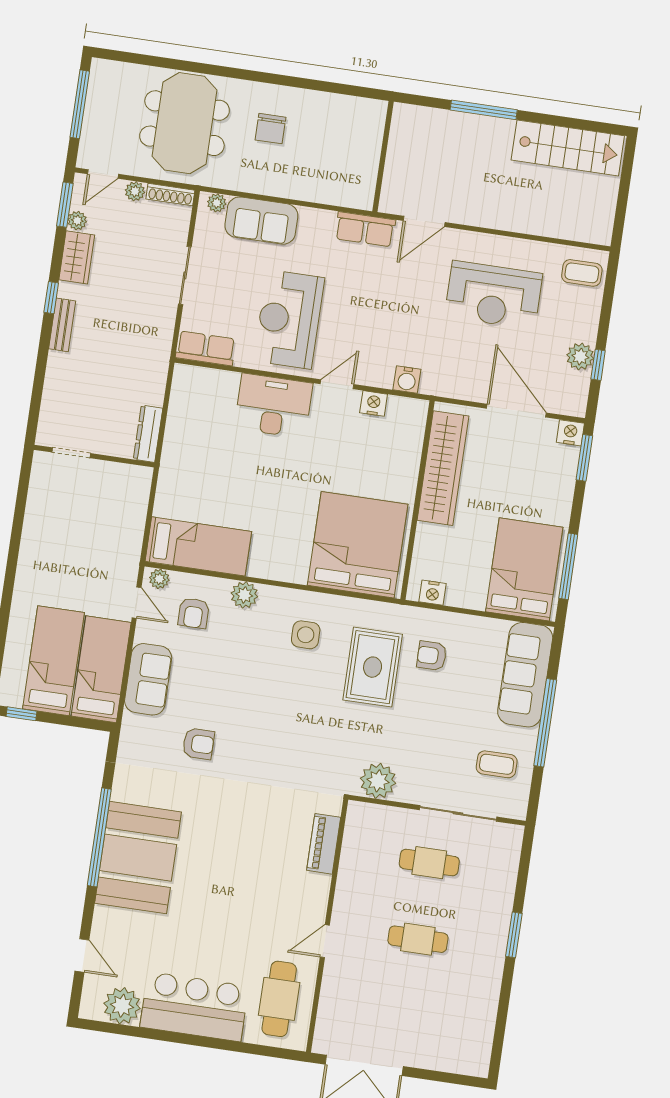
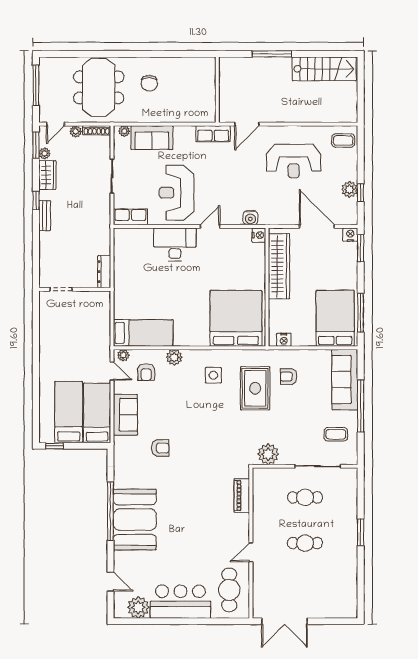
nightstand: (374, 403) -> (259, 235), moved, turned 90

